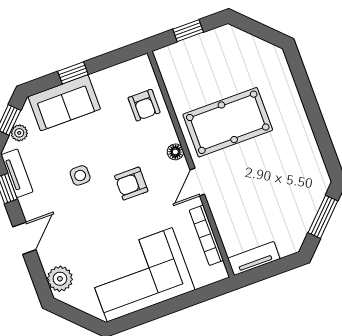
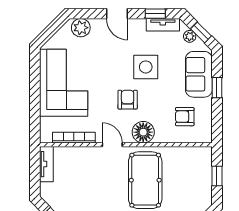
armchair: (144, 105) -> (185, 117), moved
floor lamp: (175, 152) -> (143, 132), width x1.89, depth x1.89
side table: (80, 175) -> (146, 67), width x1.87, depth x1.87

